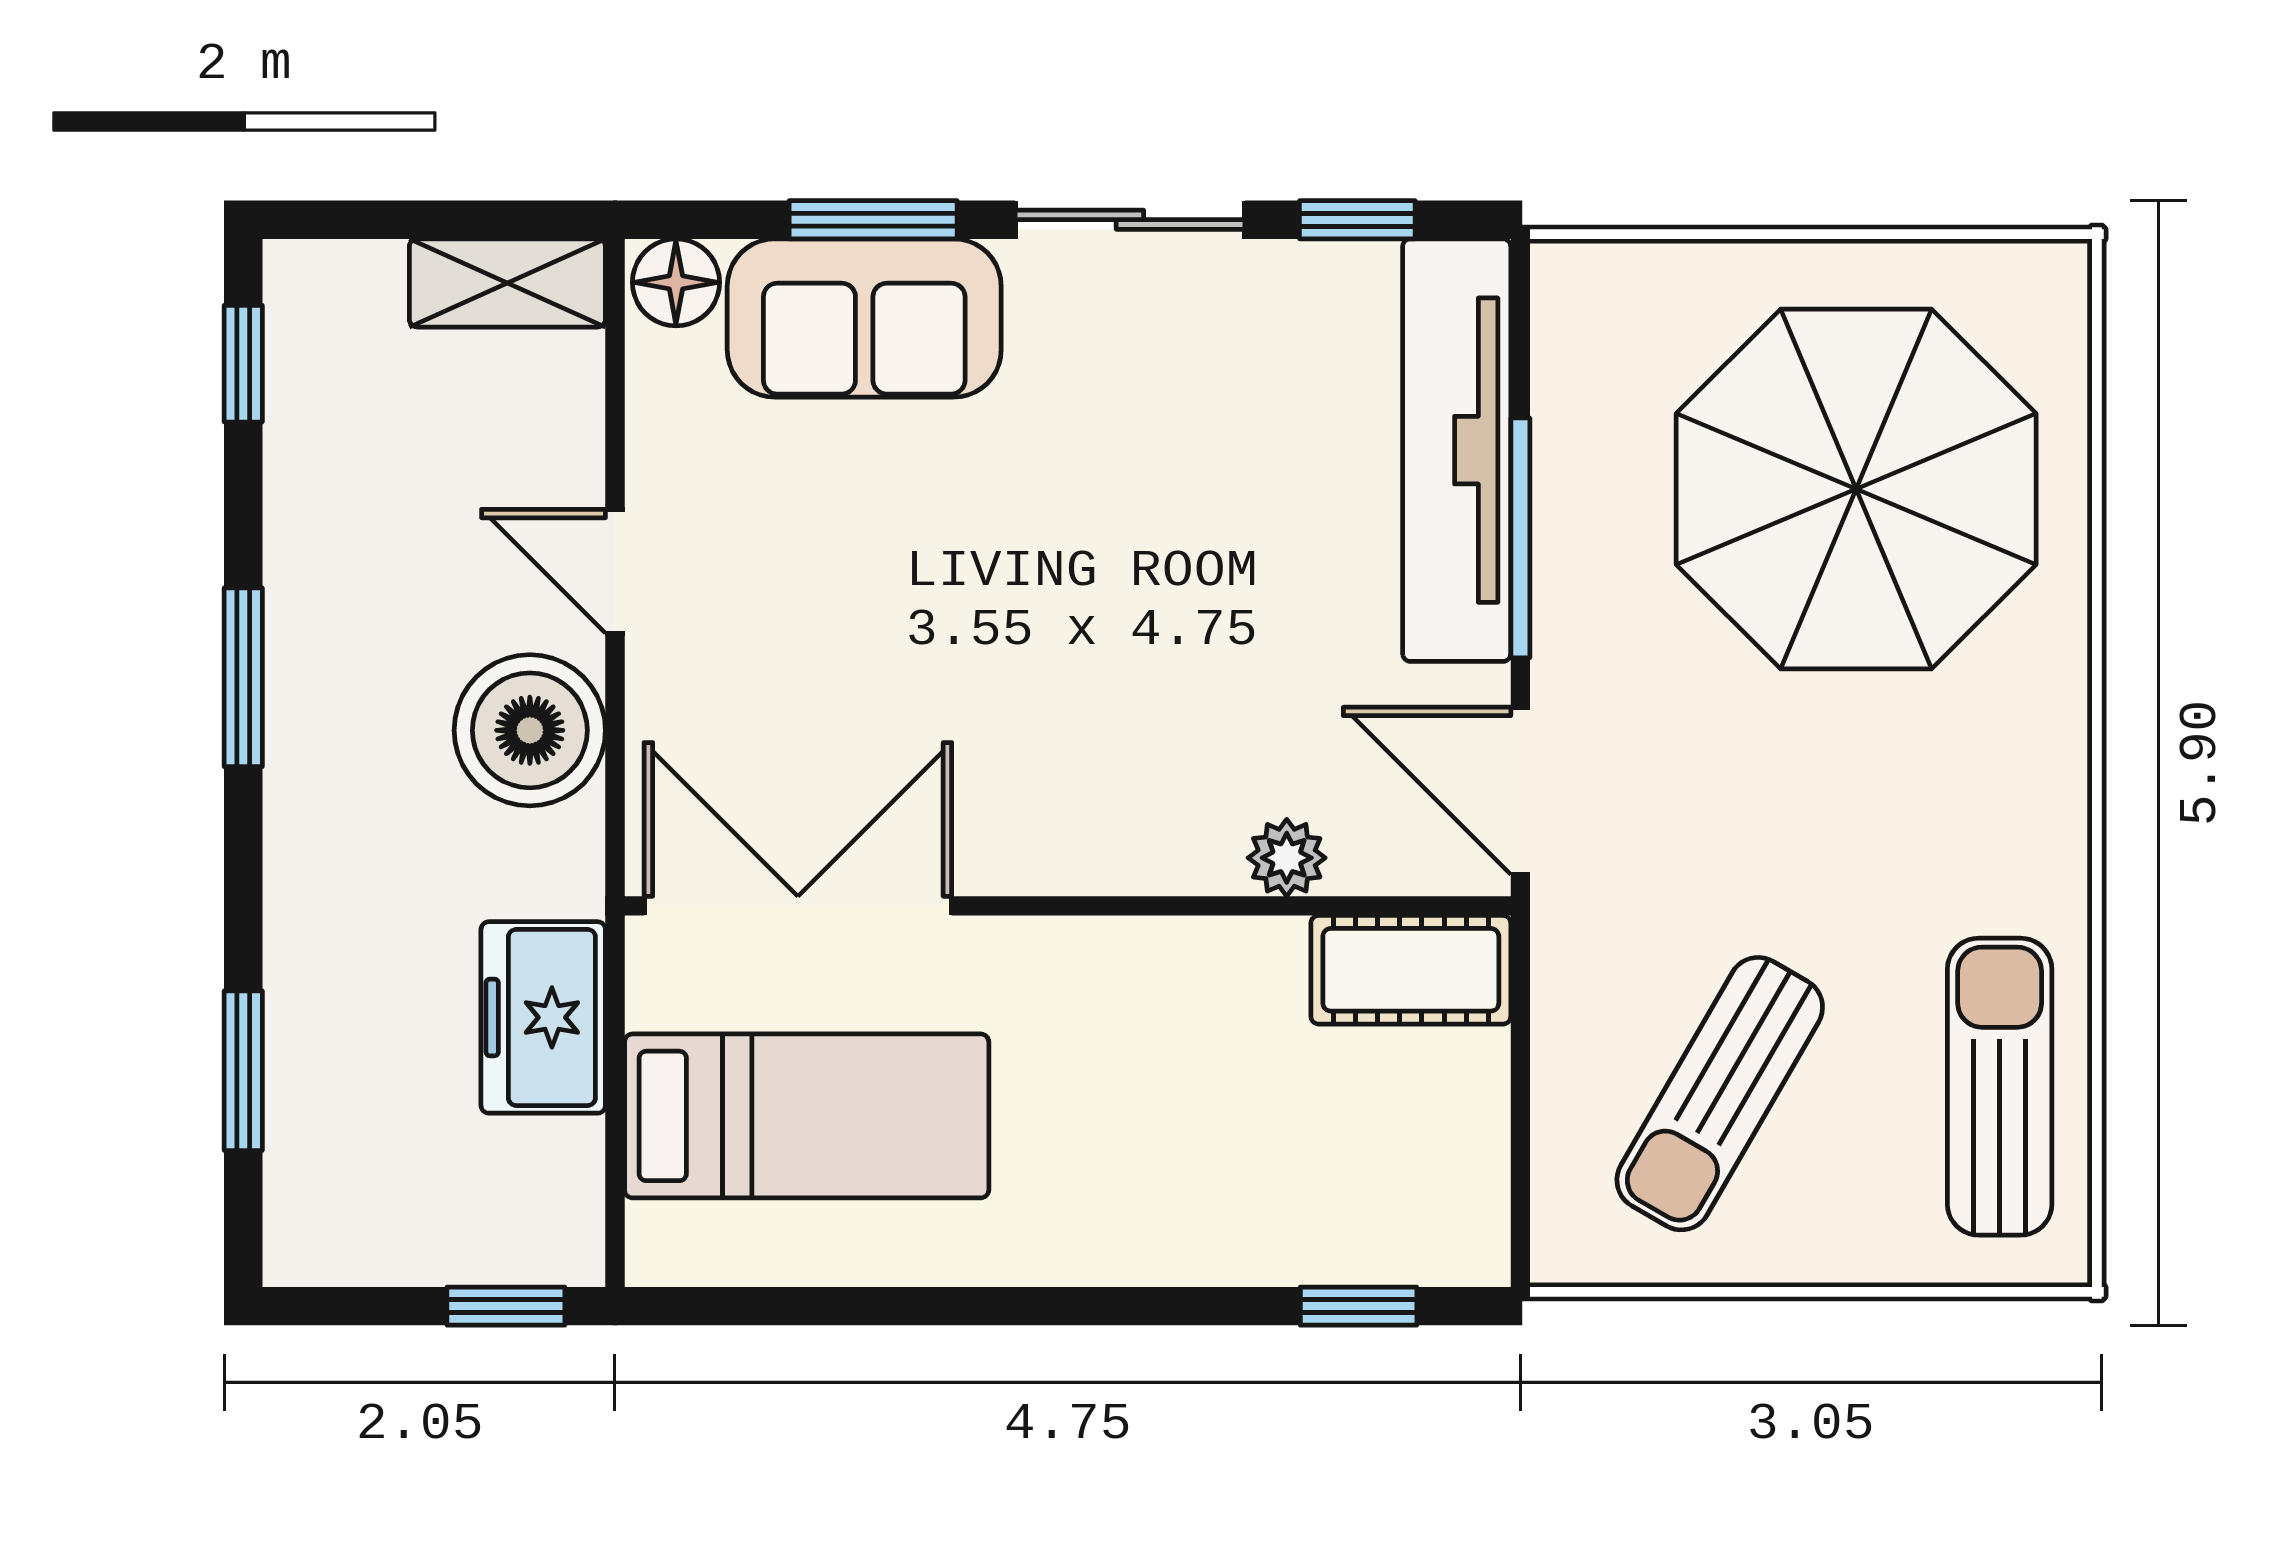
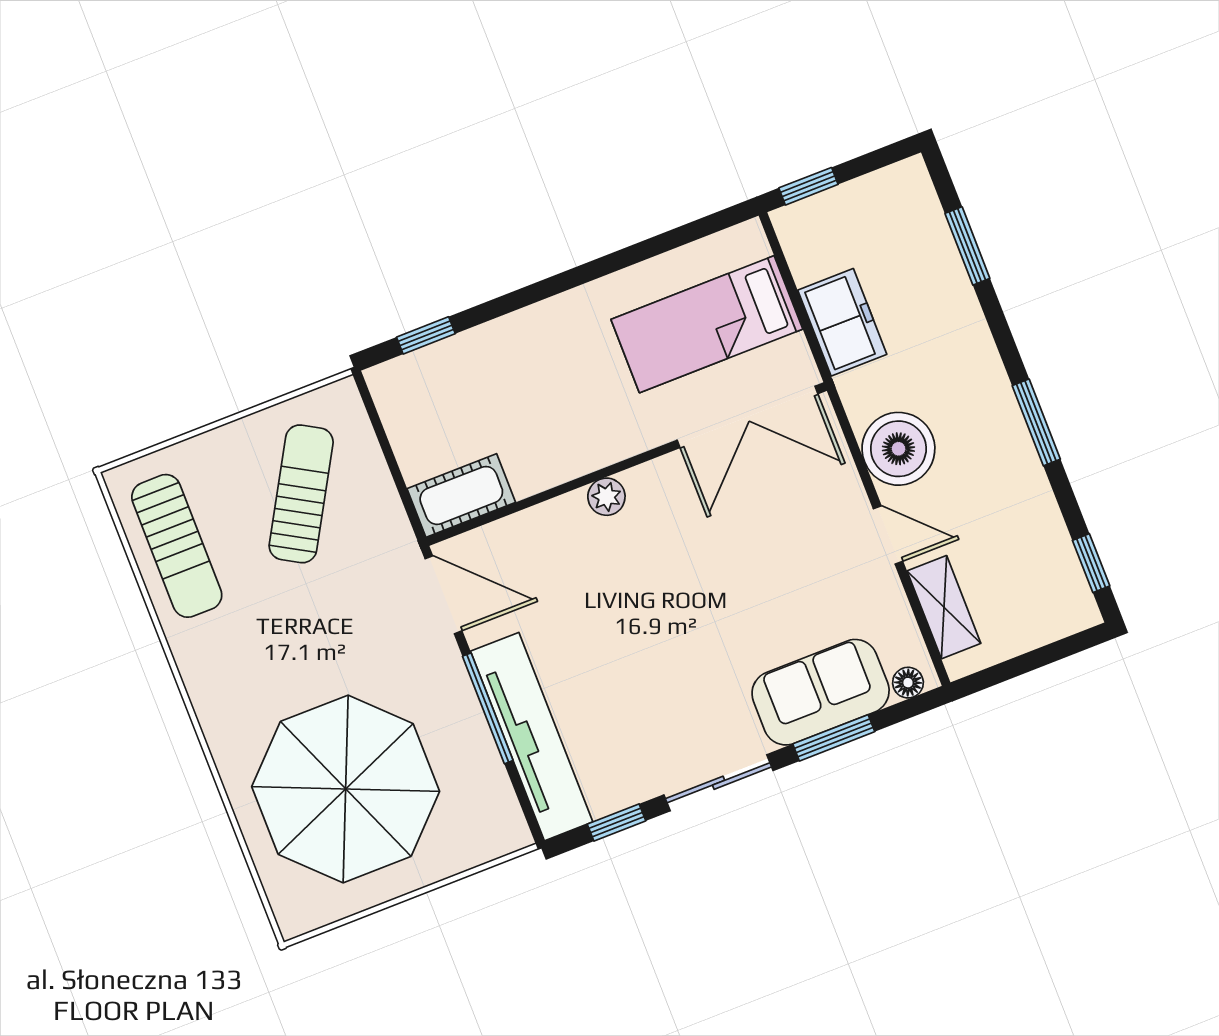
floor lamp: (676, 282) -> (908, 683), width x0.73, depth x0.73
shelving: (507, 283) -> (944, 607), moved, turned 90
plant: (1287, 858) -> (606, 497), moved

